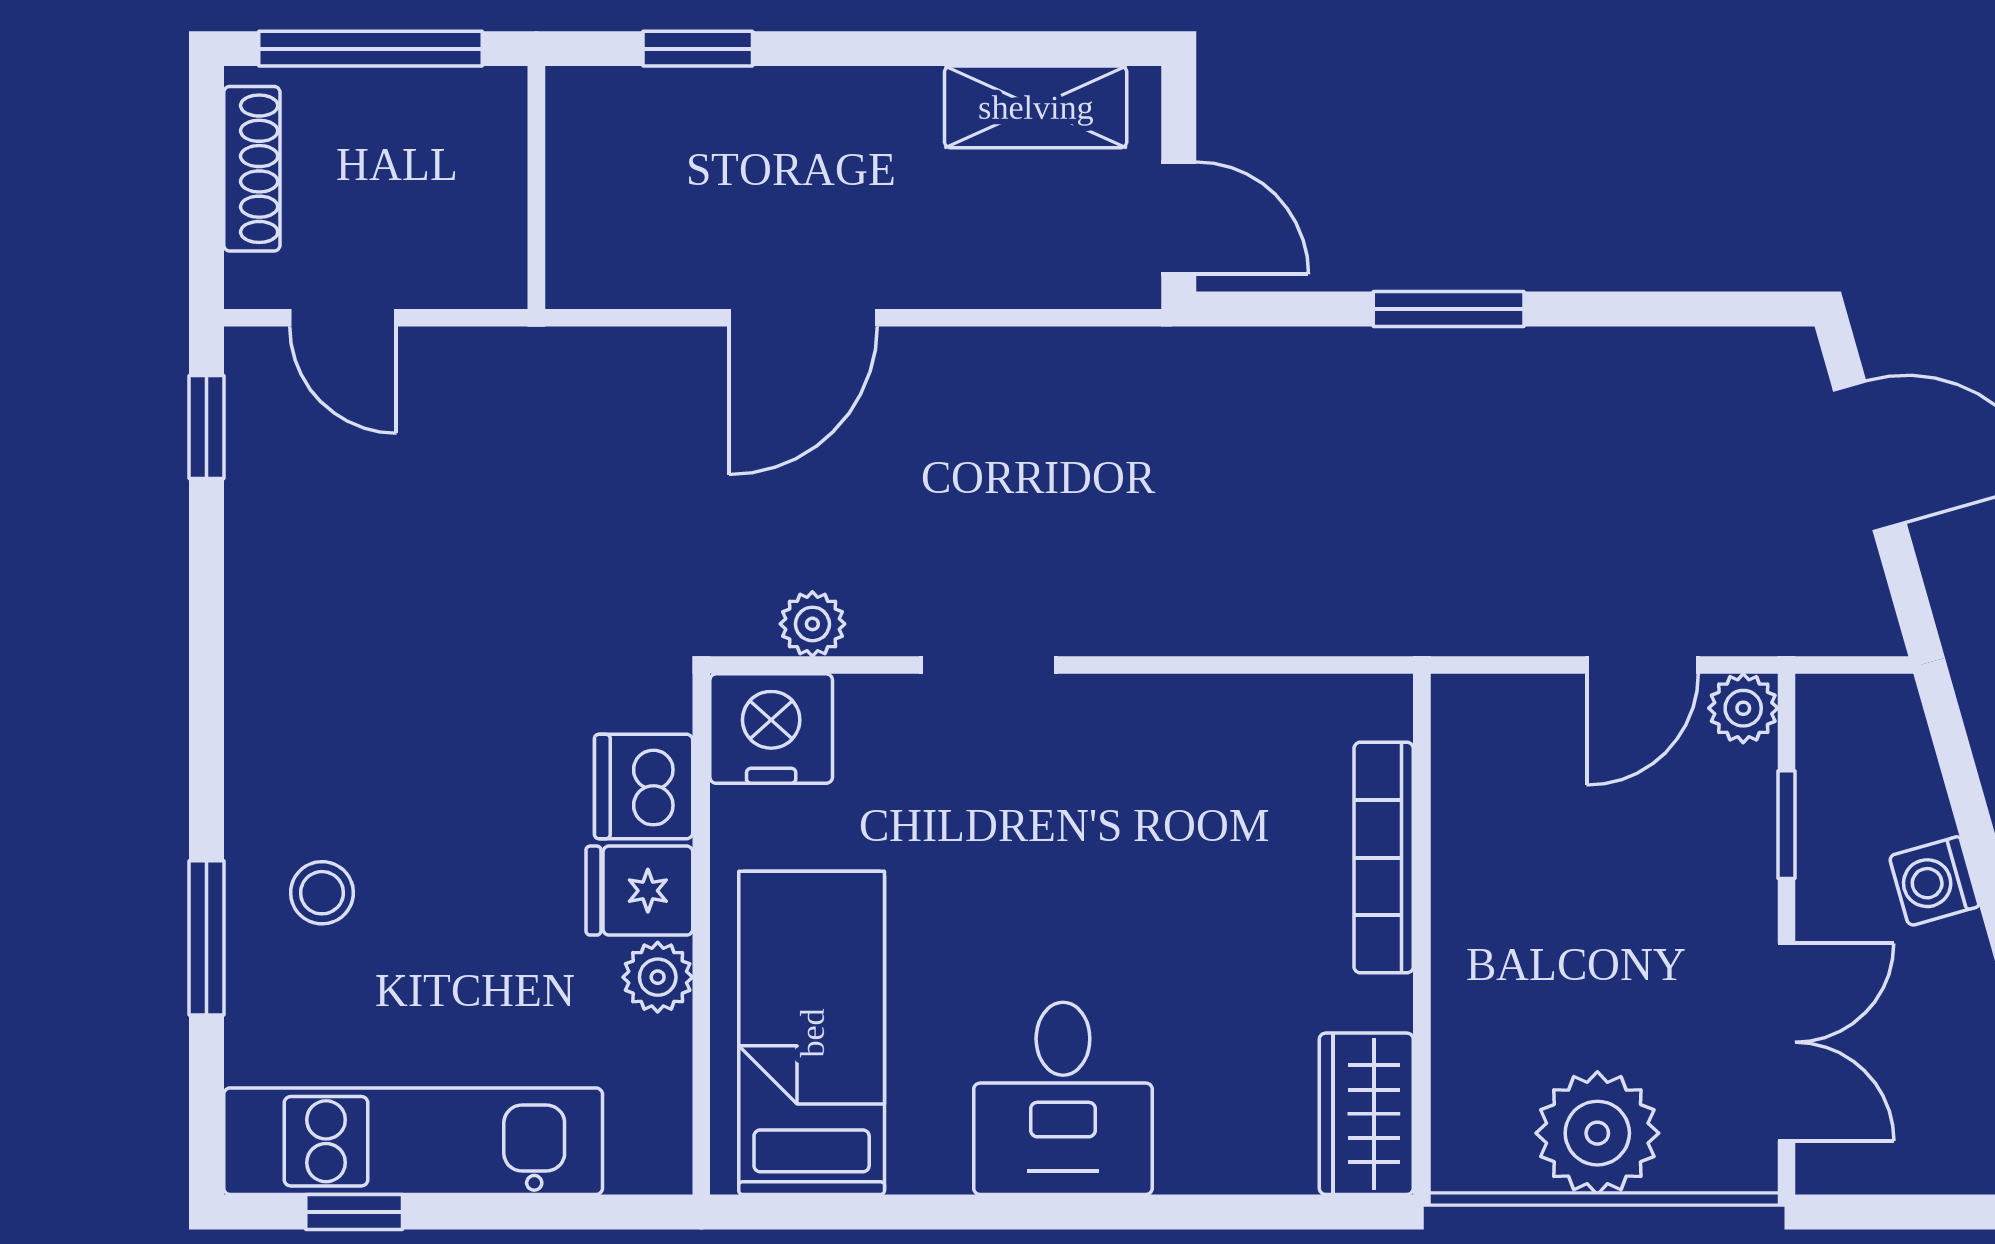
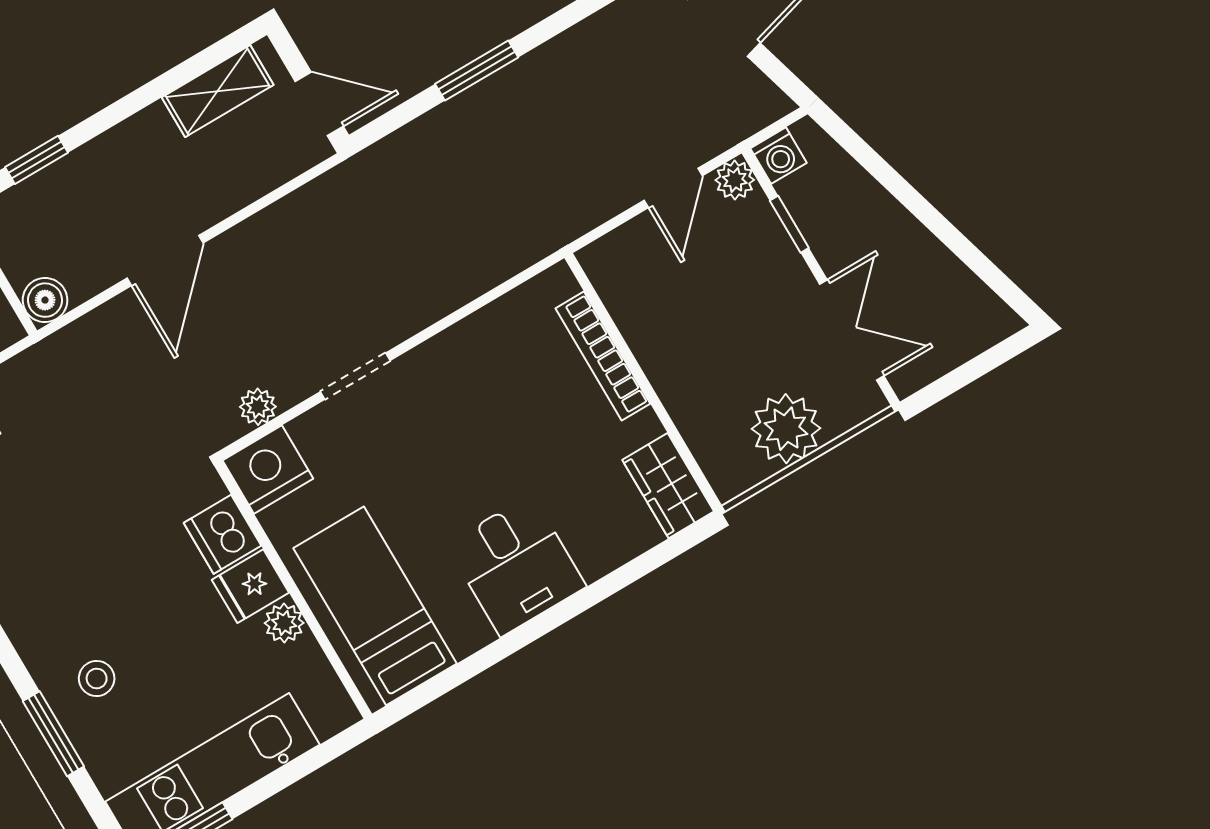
boiler: (584, 270) -> (45, 300), added
washing machine: (1934, 881) -> (779, 156), moved, turned -74

